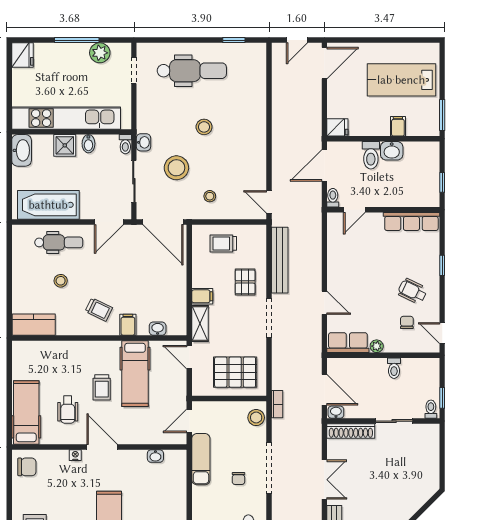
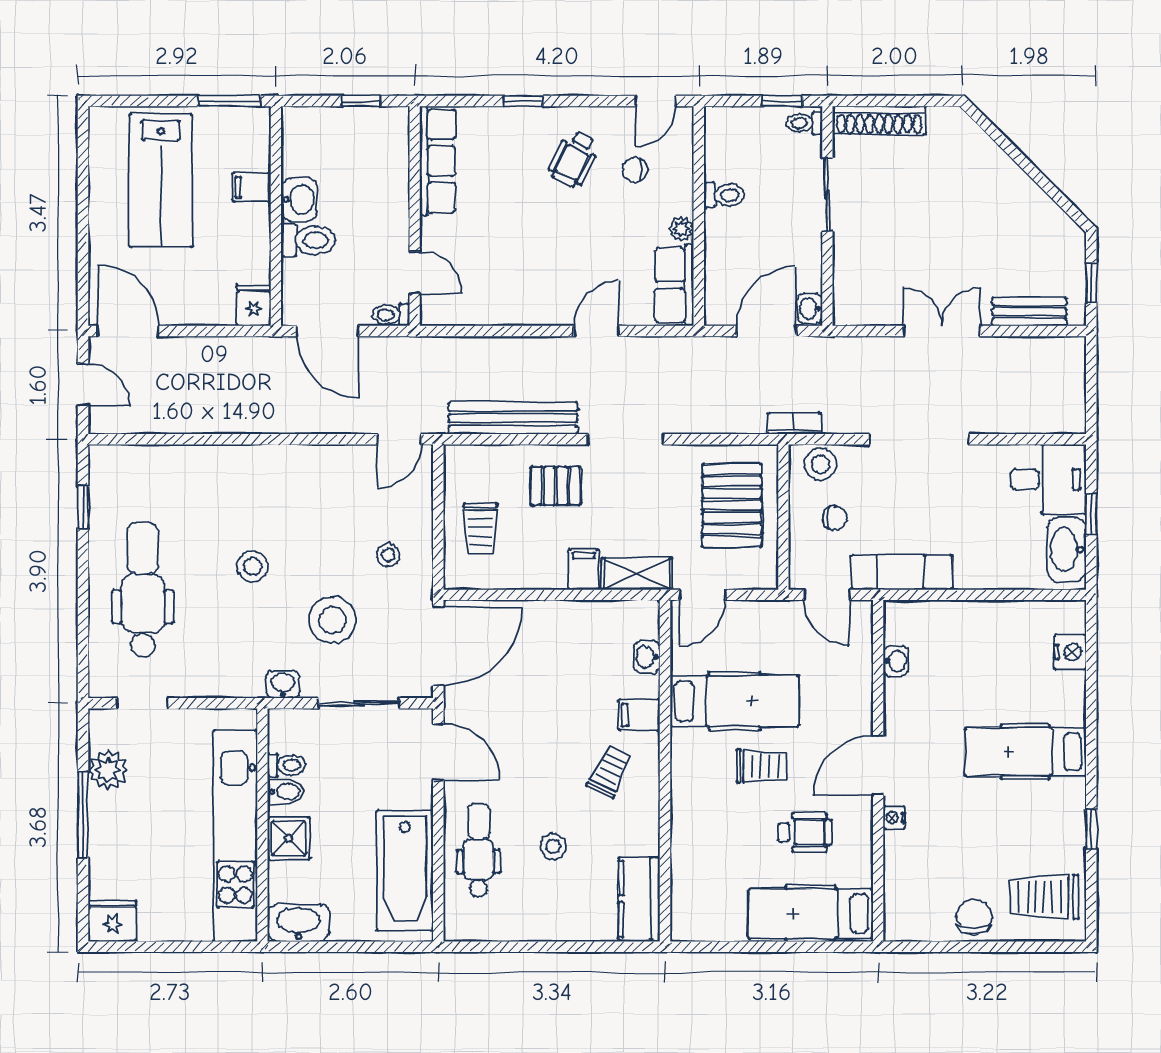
toilet: (125, 144) -> (287, 765), moved
shoe rack: (351, 431) -> (879, 120), moved, turned 90
chair: (27, 467) -> (974, 917), moved
chair: (238, 478) -> (835, 518), moved

